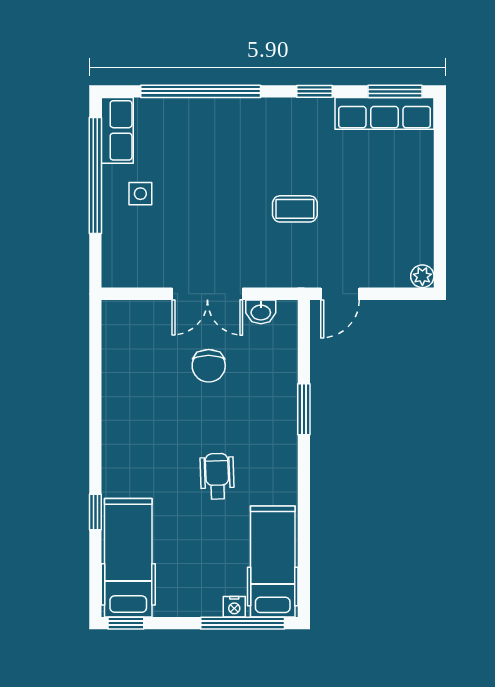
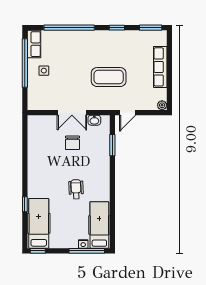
row of seats: (385, 113) -> (160, 67), moved, turned 90
coffee table: (295, 209) -> (109, 77), width x1.86, depth x1.72
window: (304, 409) -> (112, 145), moved

